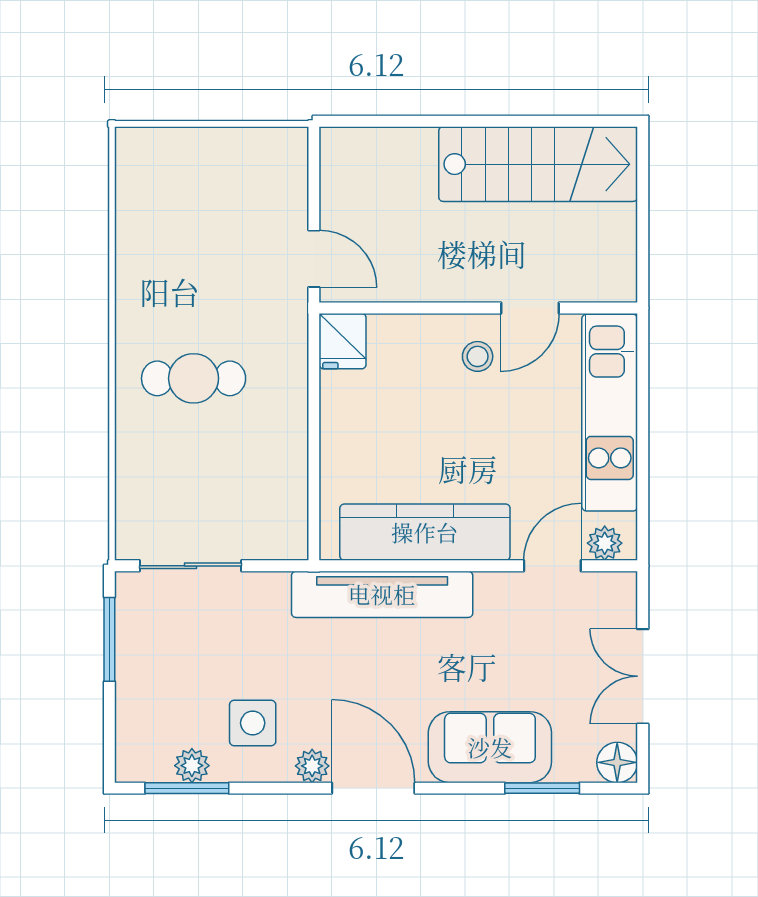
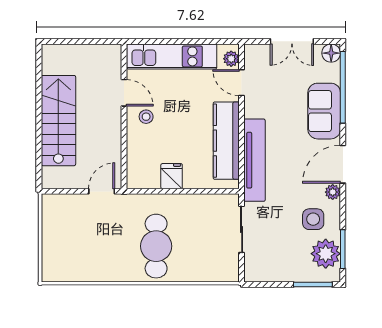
stairs: (538, 164) -> (58, 121), moved
fridge: (343, 341) -> (172, 176), moved, turned -90
cafe table: (194, 378) -> (156, 246), width x1.37, depth x1.35
sliding door: (190, 566) -> (242, 229), moved
window: (109, 639) -> (313, 284), moved
plant: (192, 766) -> (326, 254), width x1.87, depth x1.87
window: (542, 788) -> (343, 87), width x2.11

